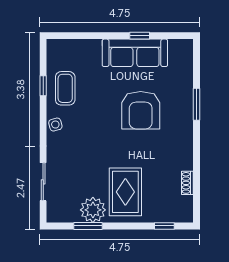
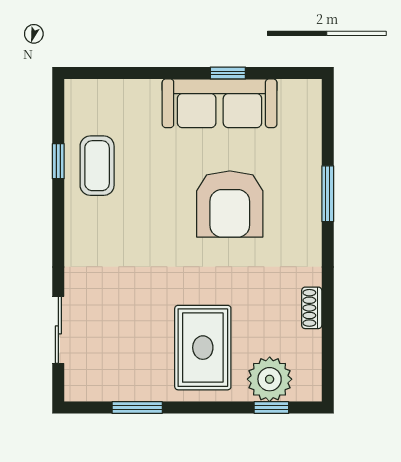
side table: (55, 125) -> (80, 229), removed
shoe rack: (187, 183) -> (312, 308), moved
plant: (93, 210) -> (270, 379), moved

